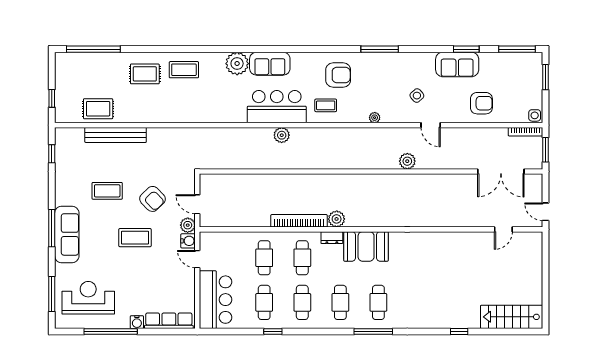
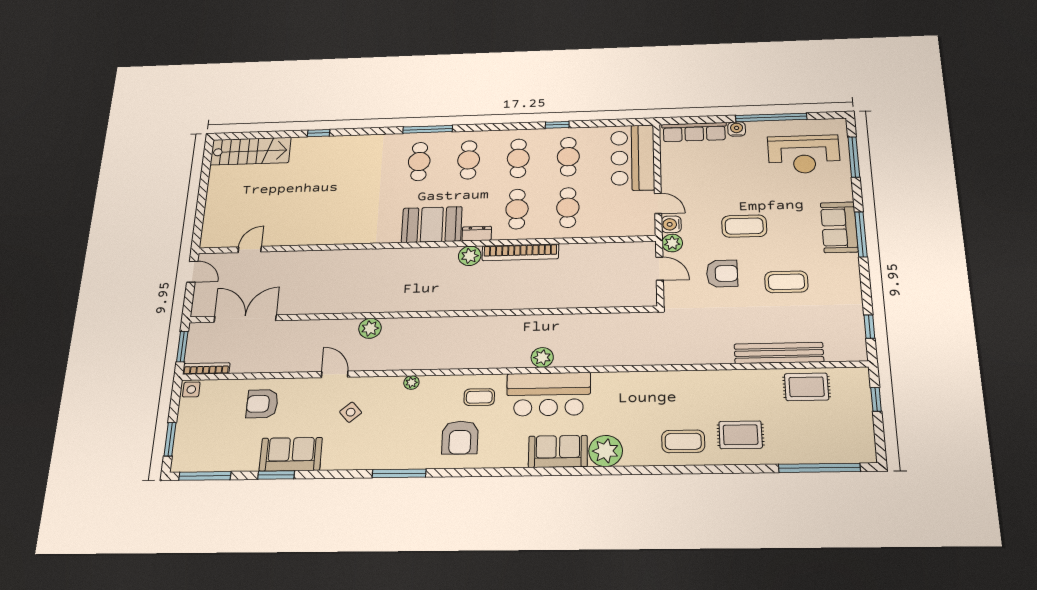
armchair: (338, 75) -> (460, 438), turned -90
armchair: (153, 199) -> (722, 274), turned 134
sofa: (67, 234) -> (839, 227), width x0.73

